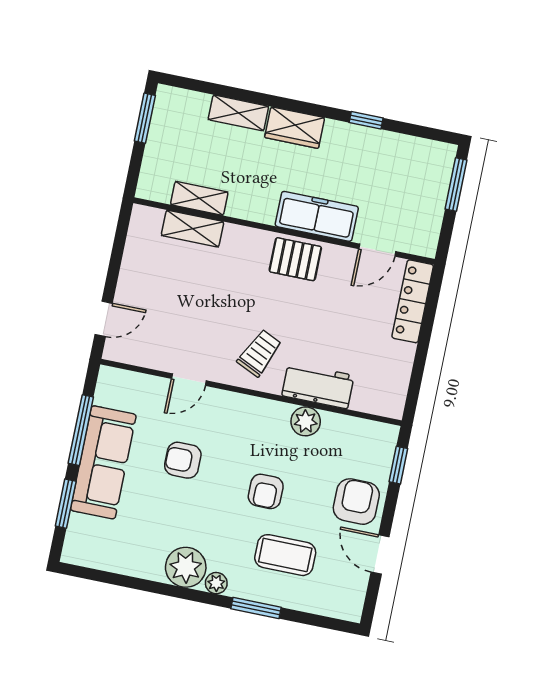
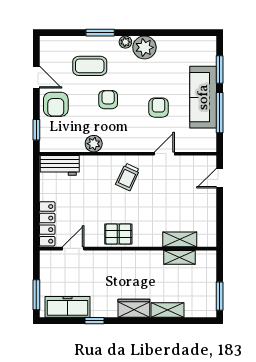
freezer: (317, 216) -> (67, 307), moved, turned 180
workbench: (318, 386) -> (60, 165), moved
armchair: (183, 460) -> (159, 108), turned -90

